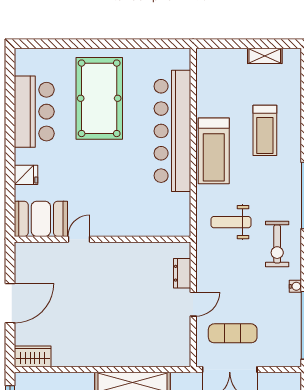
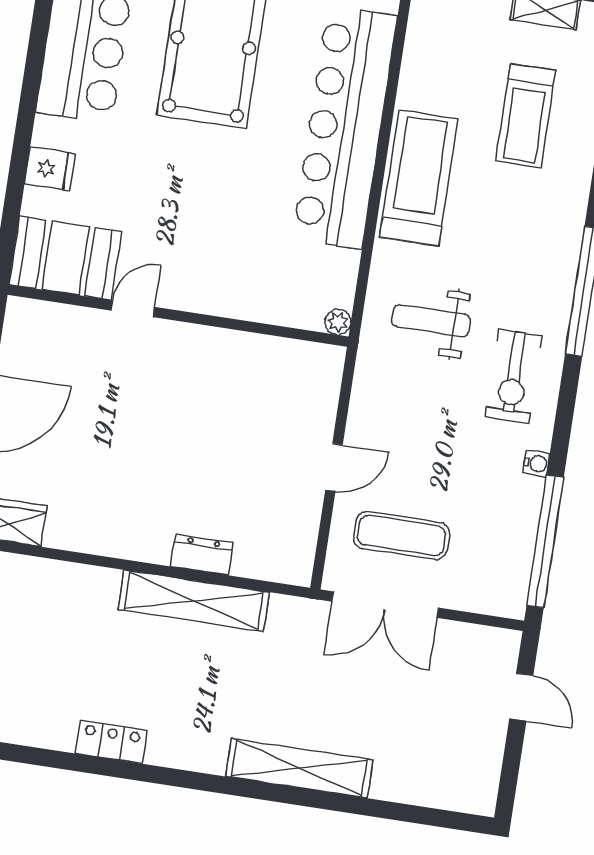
treadmill: (265, 130) -> (526, 116), moved
treadmill: (214, 151) -> (419, 178), turned 180
plant: (184, 230) -> (338, 322), added
dresser: (182, 273) -> (202, 555), moved, turned 90

